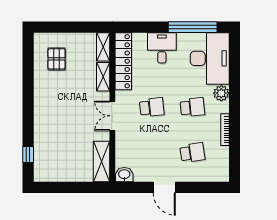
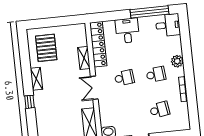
shelving: (103, 47) -> (36, 79), moved
desk: (210, 58) -> (168, 25), width x0.53, depth x0.77
pallet: (57, 59) -> (46, 48), width x1.50, depth x1.42
window: (28, 154) -> (29, 102), moved

